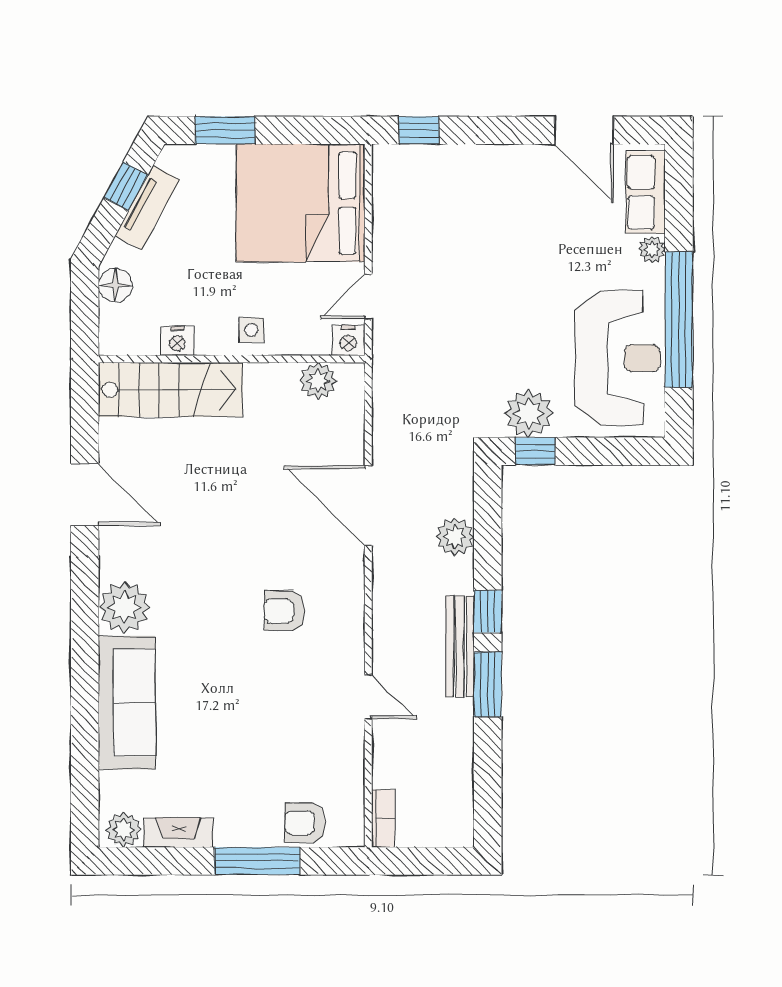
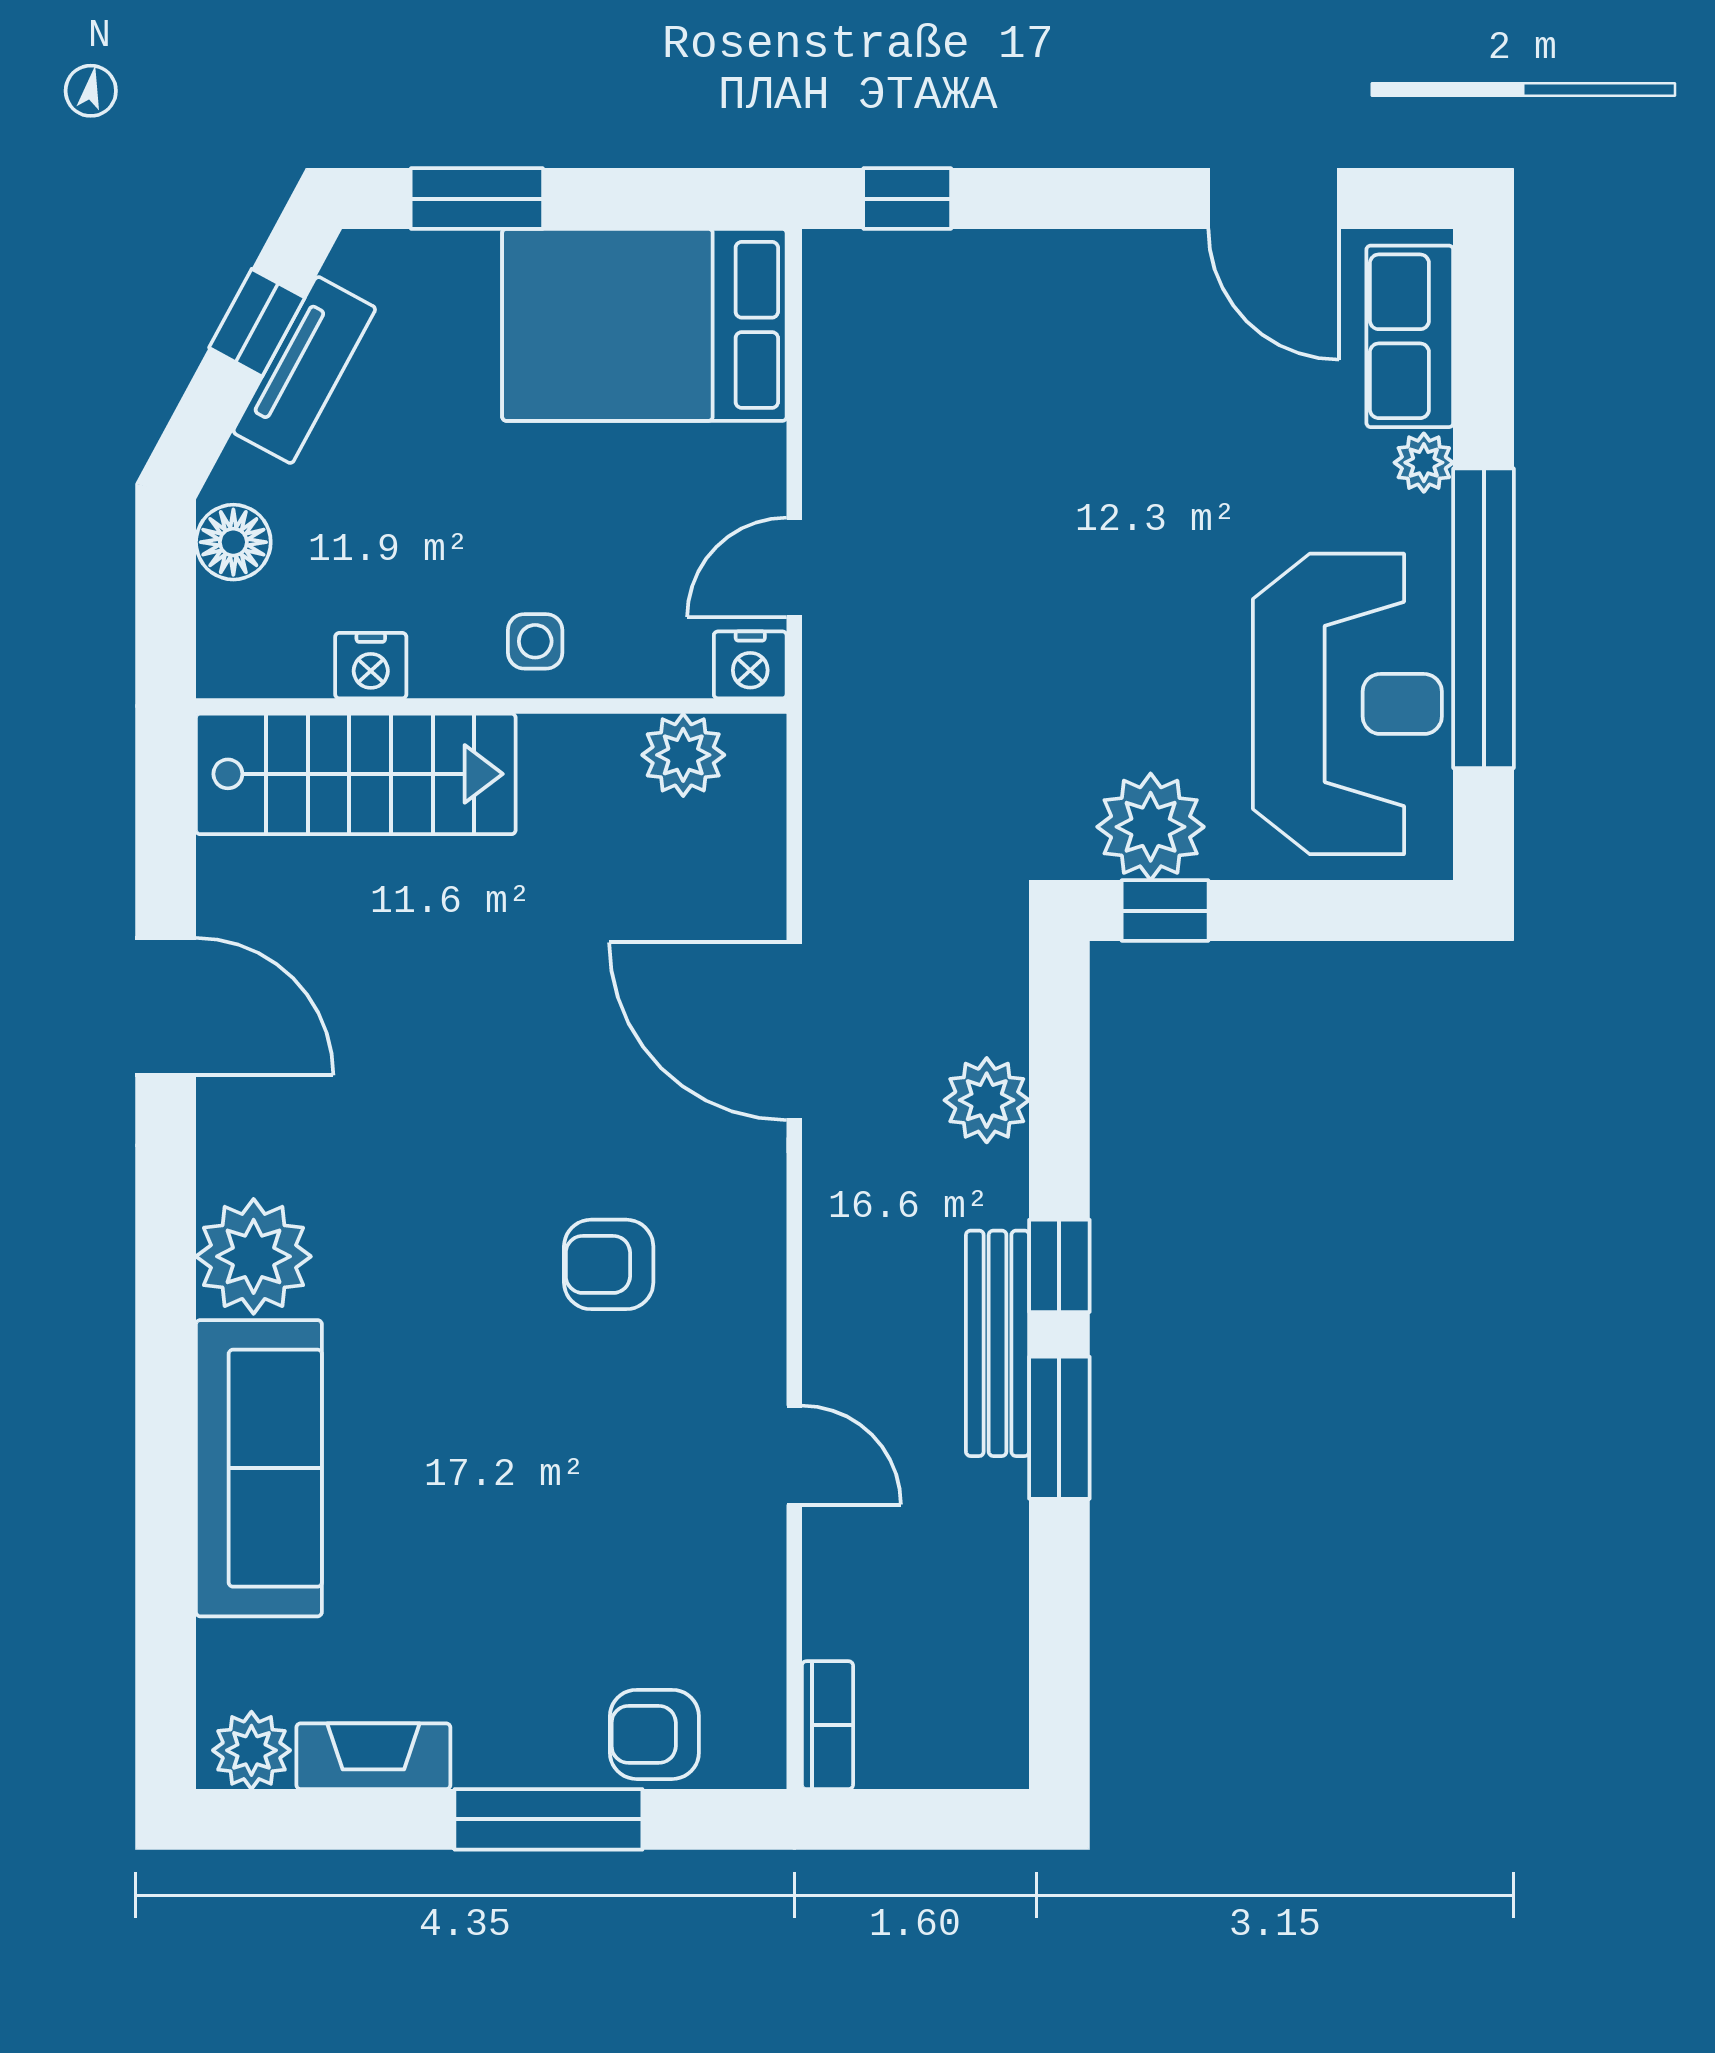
bed: (301, 203) -> (644, 325), width x0.73

